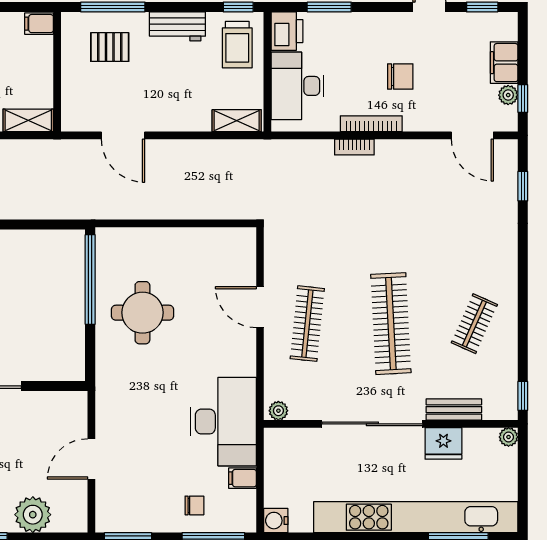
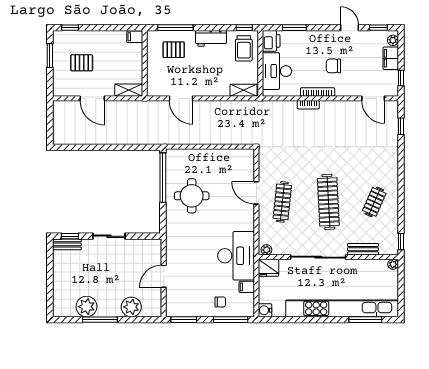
chair: (400, 77) -> (333, 66), turned 180
plant: (508, 95) -> (393, 40), moved
fridge: (443, 443) -> (268, 268), moved

